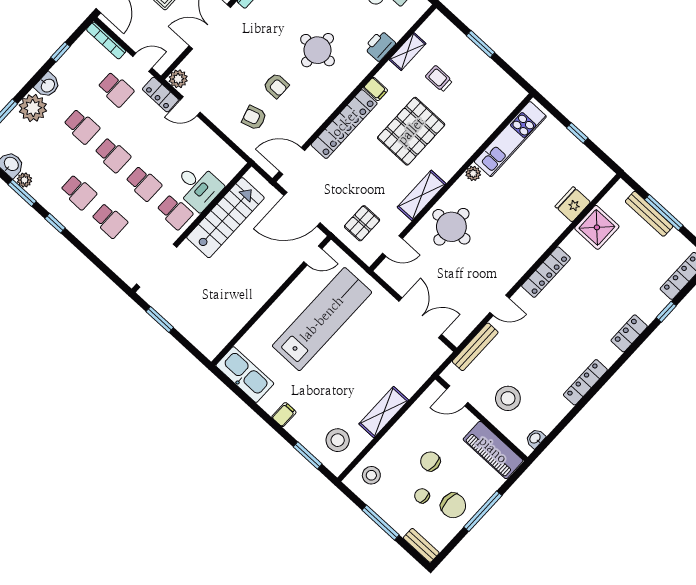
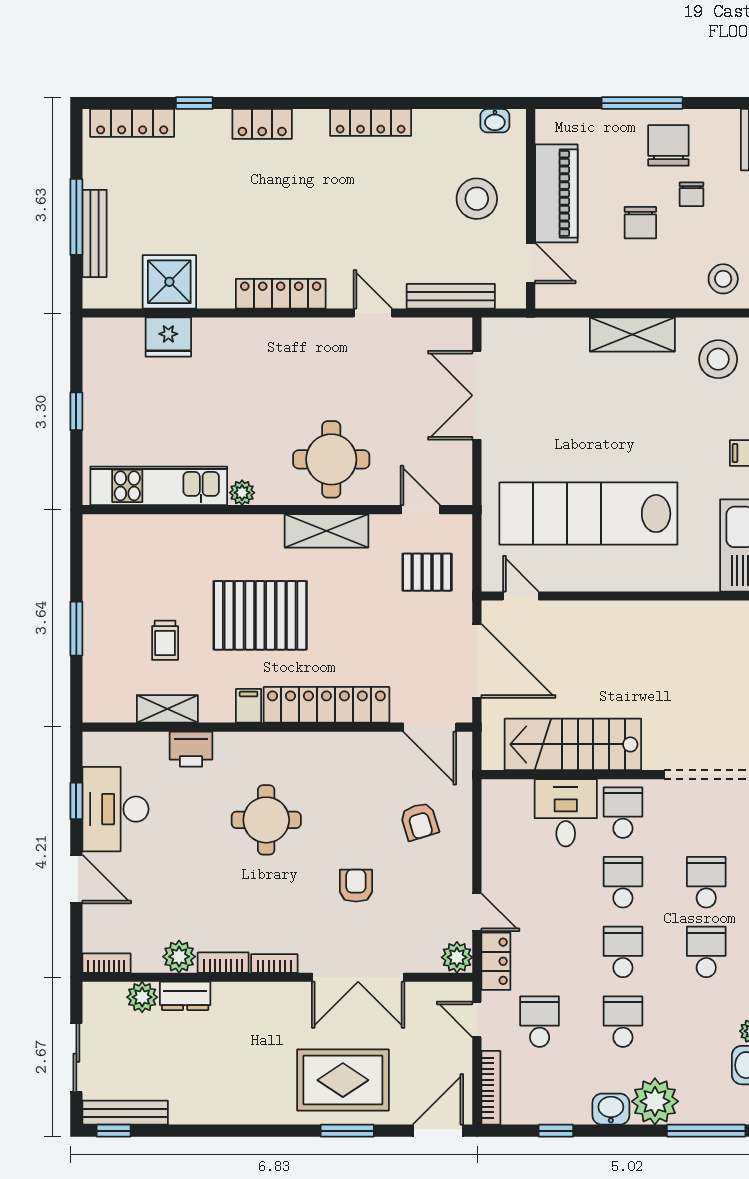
armchair: (276, 86) -> (356, 886), moved
piano: (493, 450) -> (556, 193), moved

